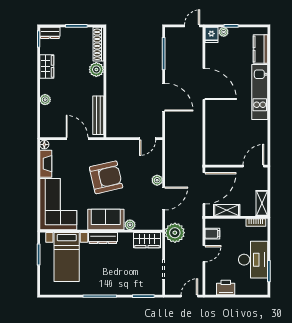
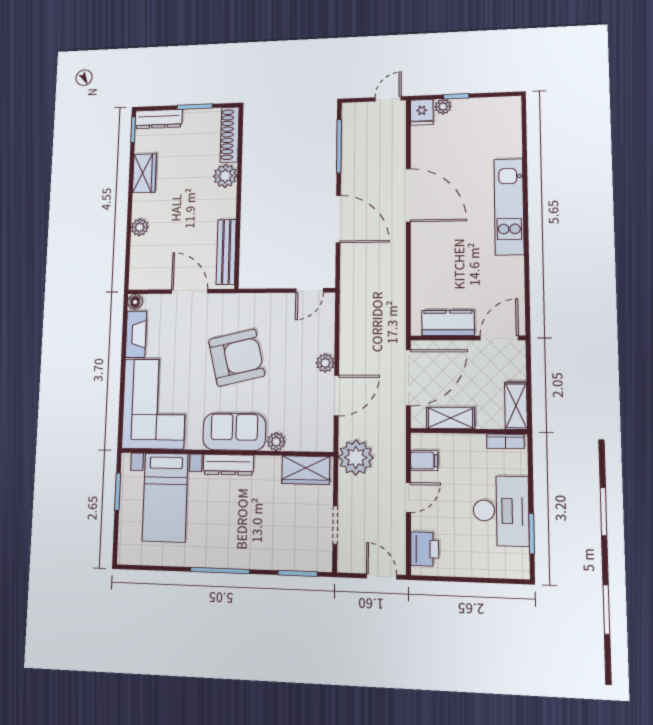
dresser: (50, 33) -> (159, 119), width x1.44
kitchen counter: (260, 49) -> (448, 323), moved, turned 90
printer: (226, 288) -> (425, 549), moved, turned 90
door: (189, 296) -> (382, 577), hinge flipped

